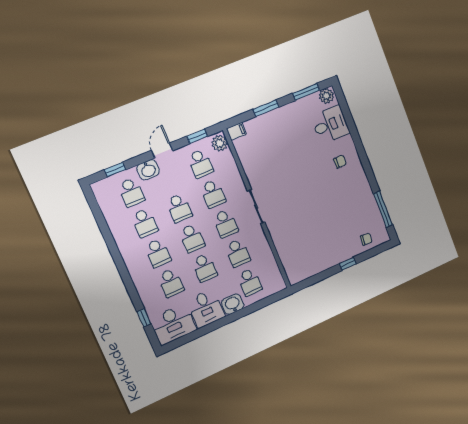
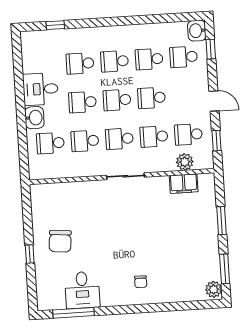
desk: (330, 125) -> (82, 290), moved
filing cabinet: (236, 131) -> (184, 184), moved, width x2.00
plant: (220, 143) -> (185, 162), moved
washbasin: (148, 170) -> (197, 31), moved
chair: (366, 239) -> (60, 241), moved, width x1.87, depth x1.87
desk: (173, 324) -> (37, 51), removed

